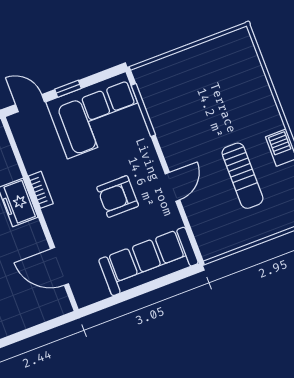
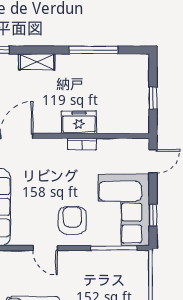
window: (68, 89) -> (153, 215), moved
armchair: (118, 196) -> (72, 220), moved

